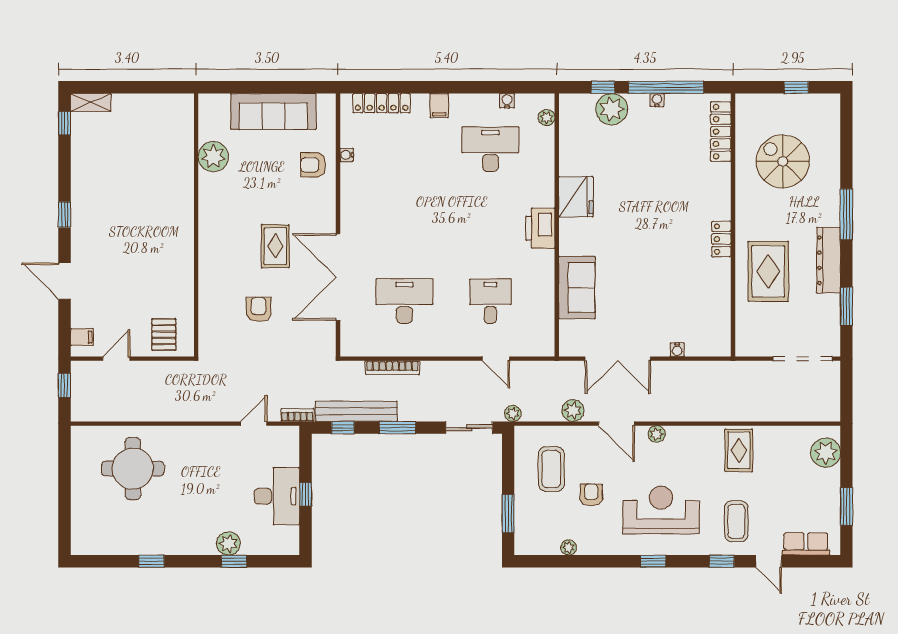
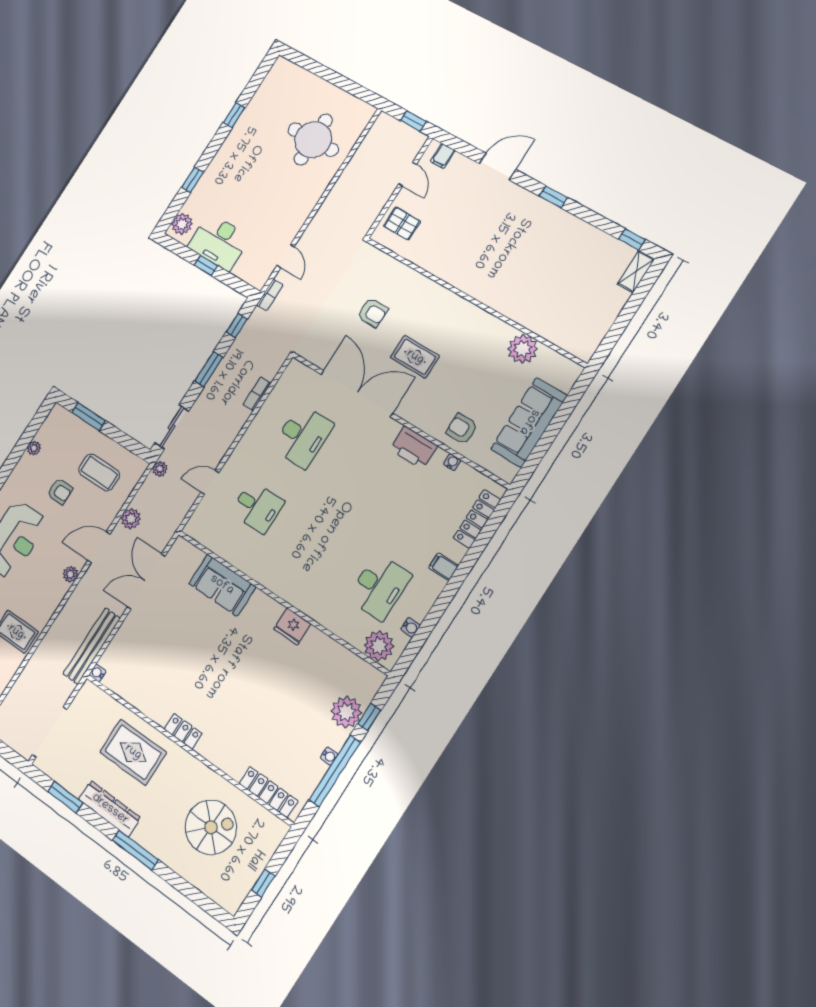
plant: (547, 117) -> (379, 646), width x1.88, depth x1.88
armchair: (313, 165) -> (462, 429), turned -90
fridge: (576, 197) -> (292, 626), width x0.73, depth x0.75
printer: (540, 228) -> (414, 448), moved, turned 180
water cooler: (677, 350) -> (97, 673), moved
bookcase: (392, 368) -> (257, 394), width x0.64
bench: (356, 411) -> (92, 646), moved
plant: (228, 543) -> (182, 224), moved

